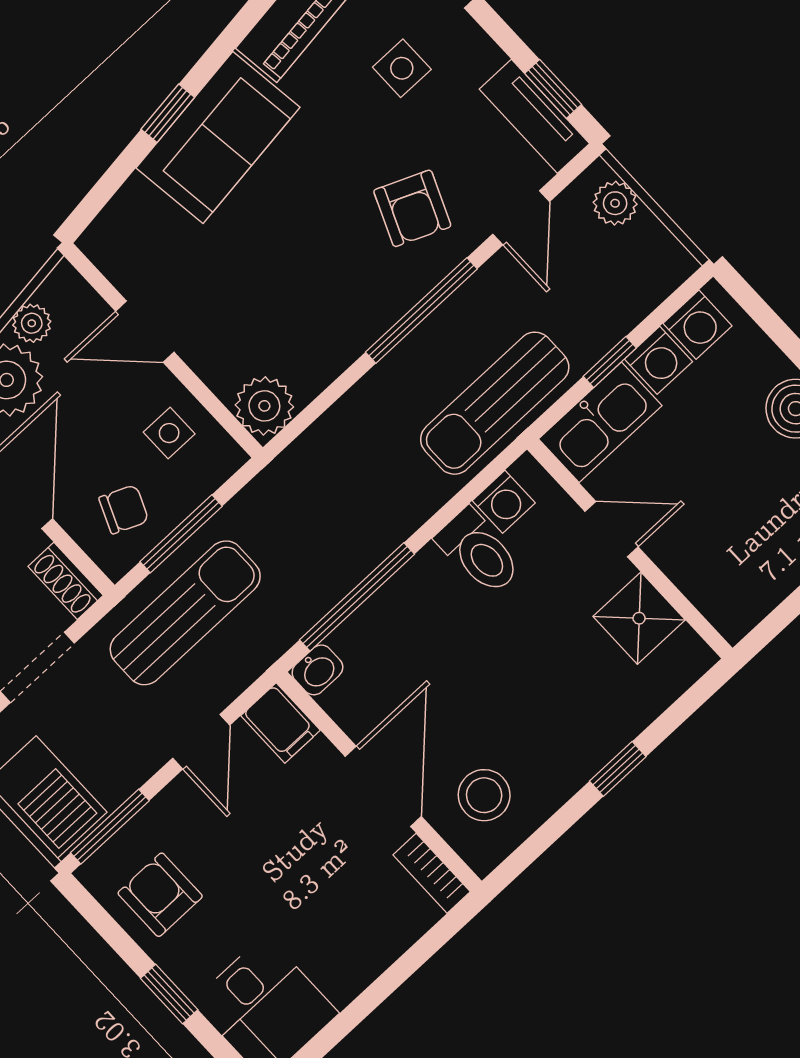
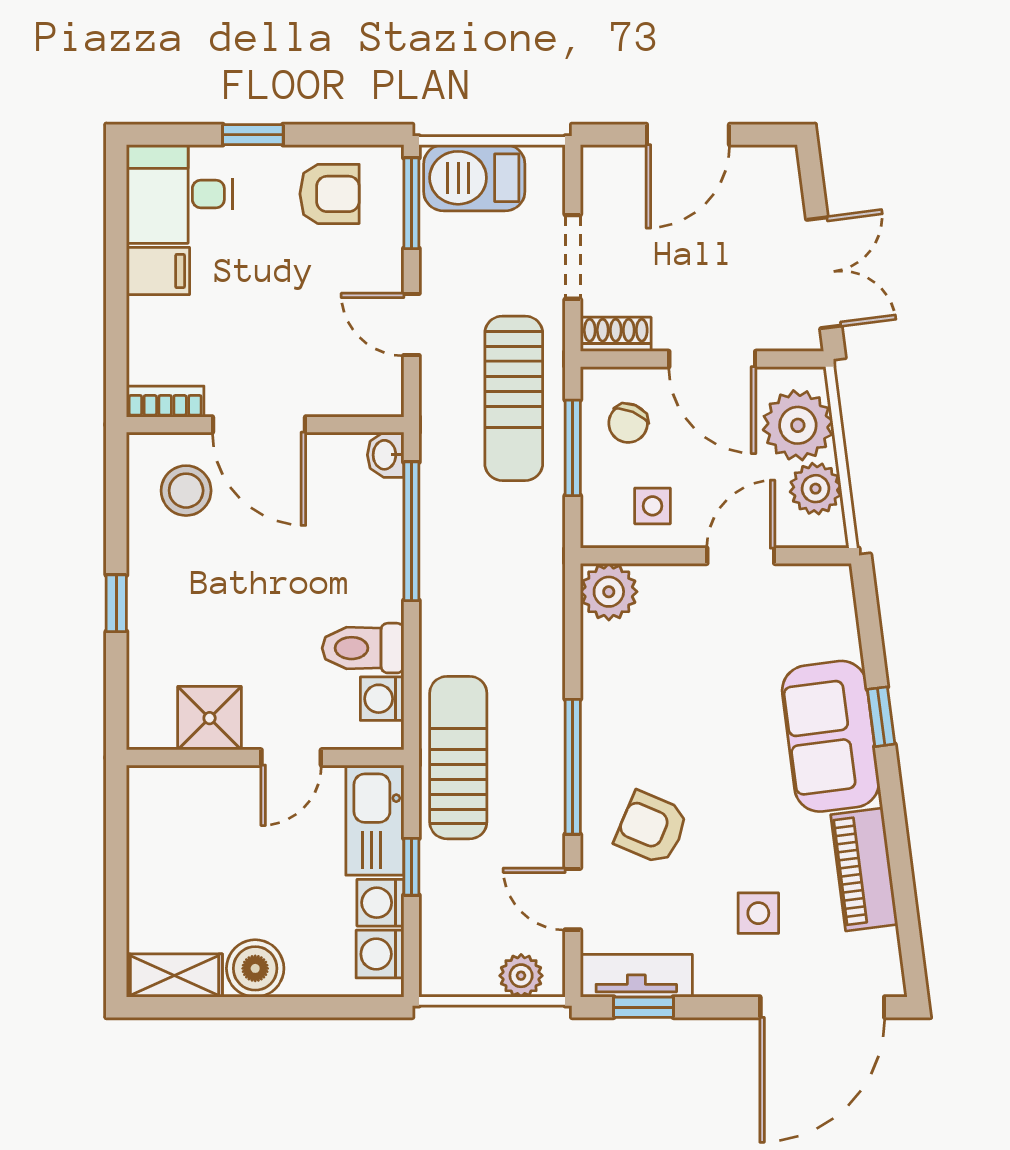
plant: (32, 323) -> (816, 489), width x1.38, depth x1.38
filing cabinet: (281, 723) -> (158, 271), moved, turned 180

